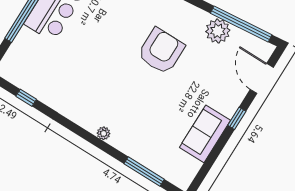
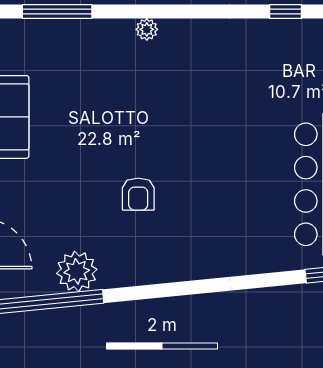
armchair: (161, 51) -> (138, 194), width x0.53, depth x0.53

